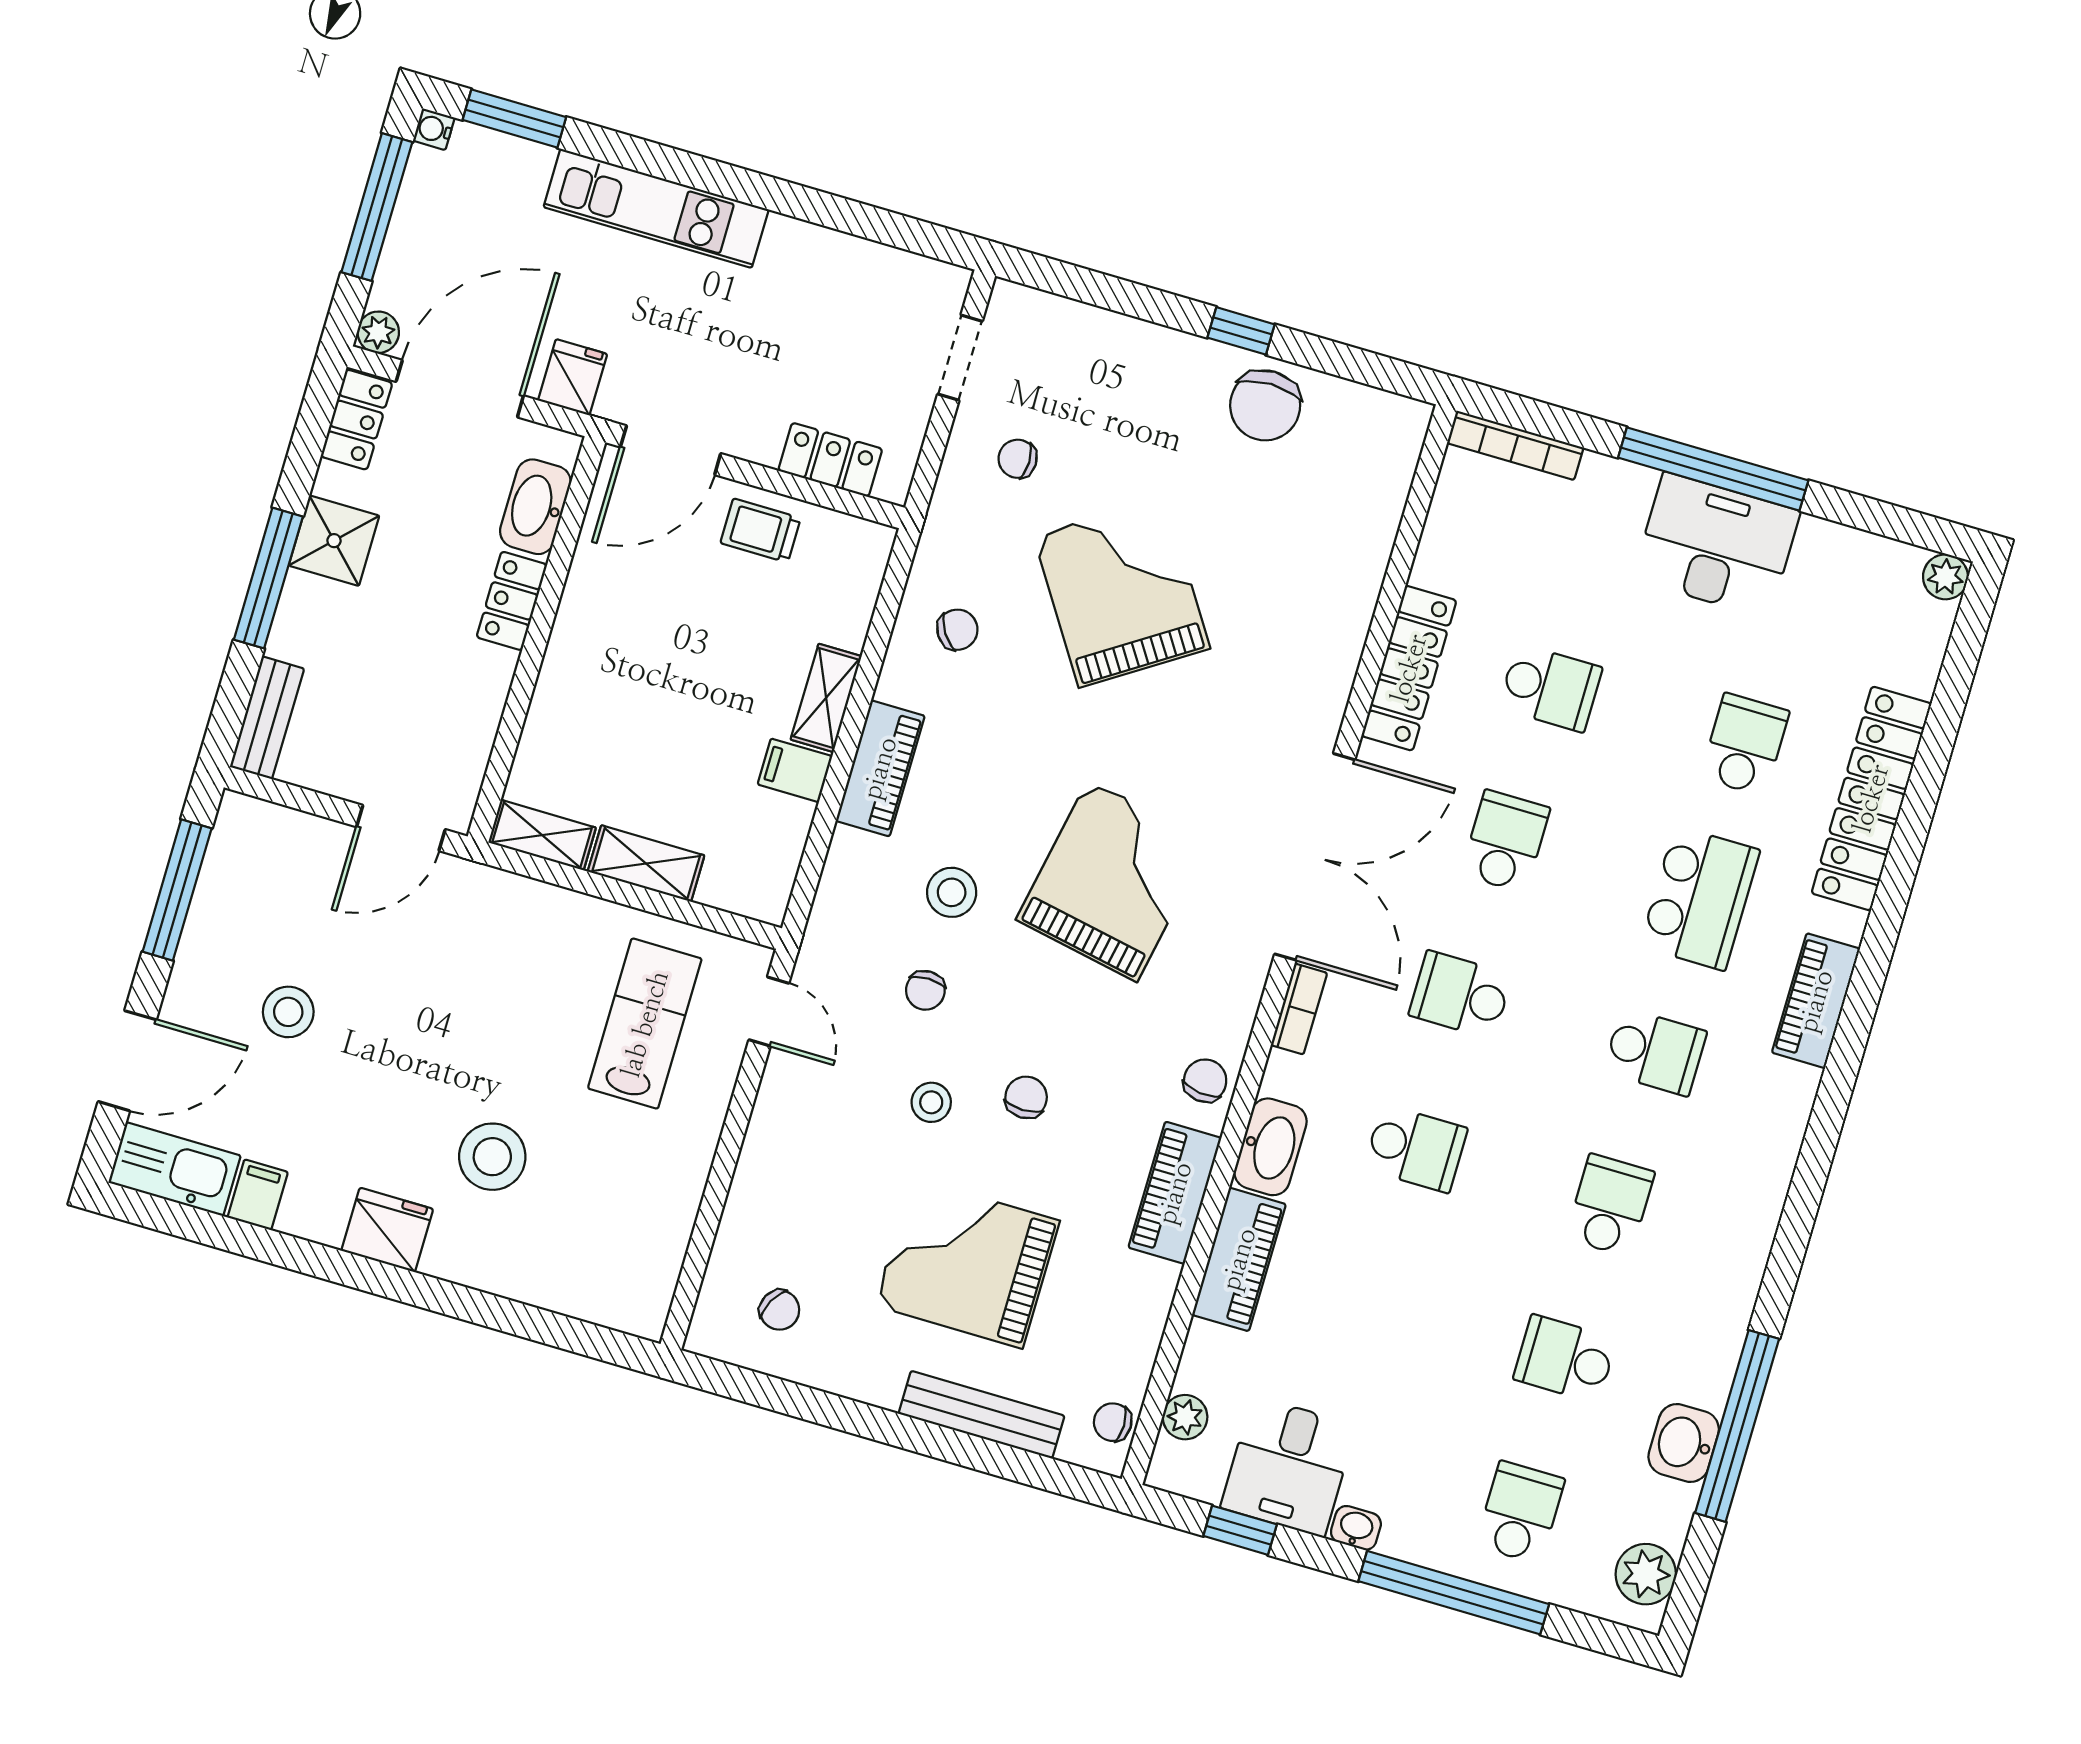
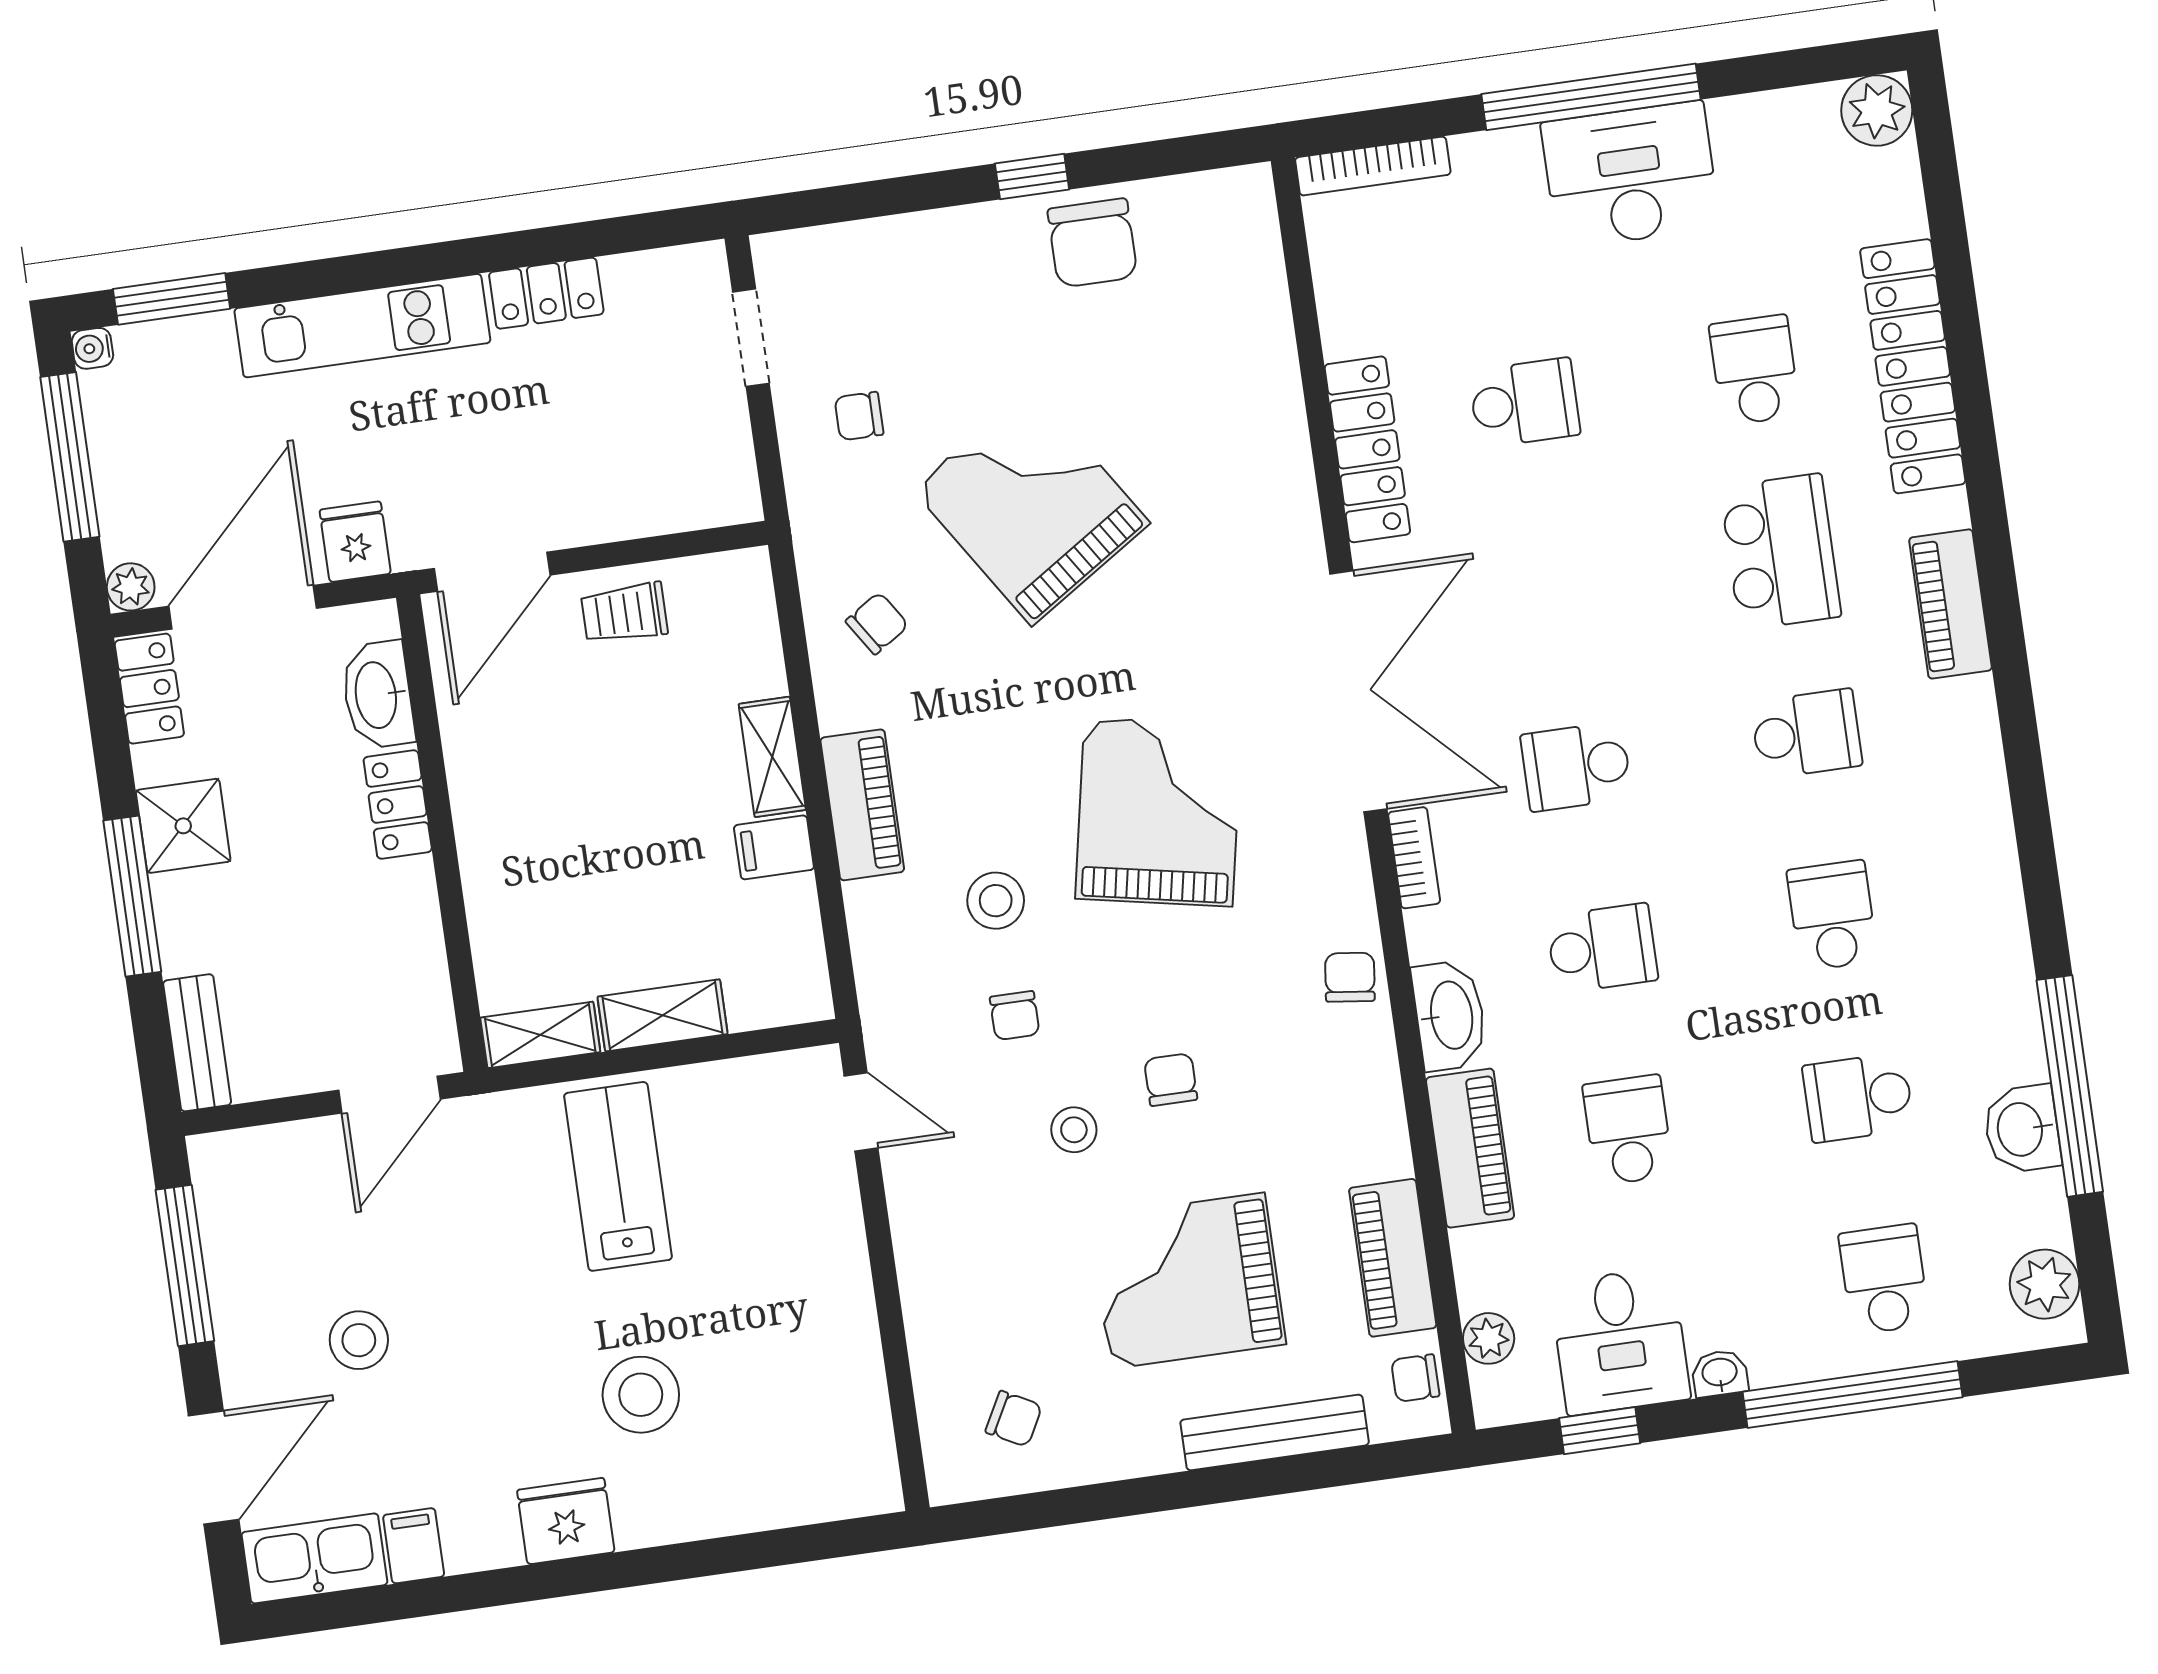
locker: (830, 460) -> (546, 293), moved, turned 180
plant: (1945, 577) -> (1877, 110), width x1.38, depth x1.38
school desk: (1505, 841) -> (1628, 1130), moved
lab bench: (645, 1024) -> (618, 1176), moved
piano: (1175, 1193) -> (1393, 1258), moved

